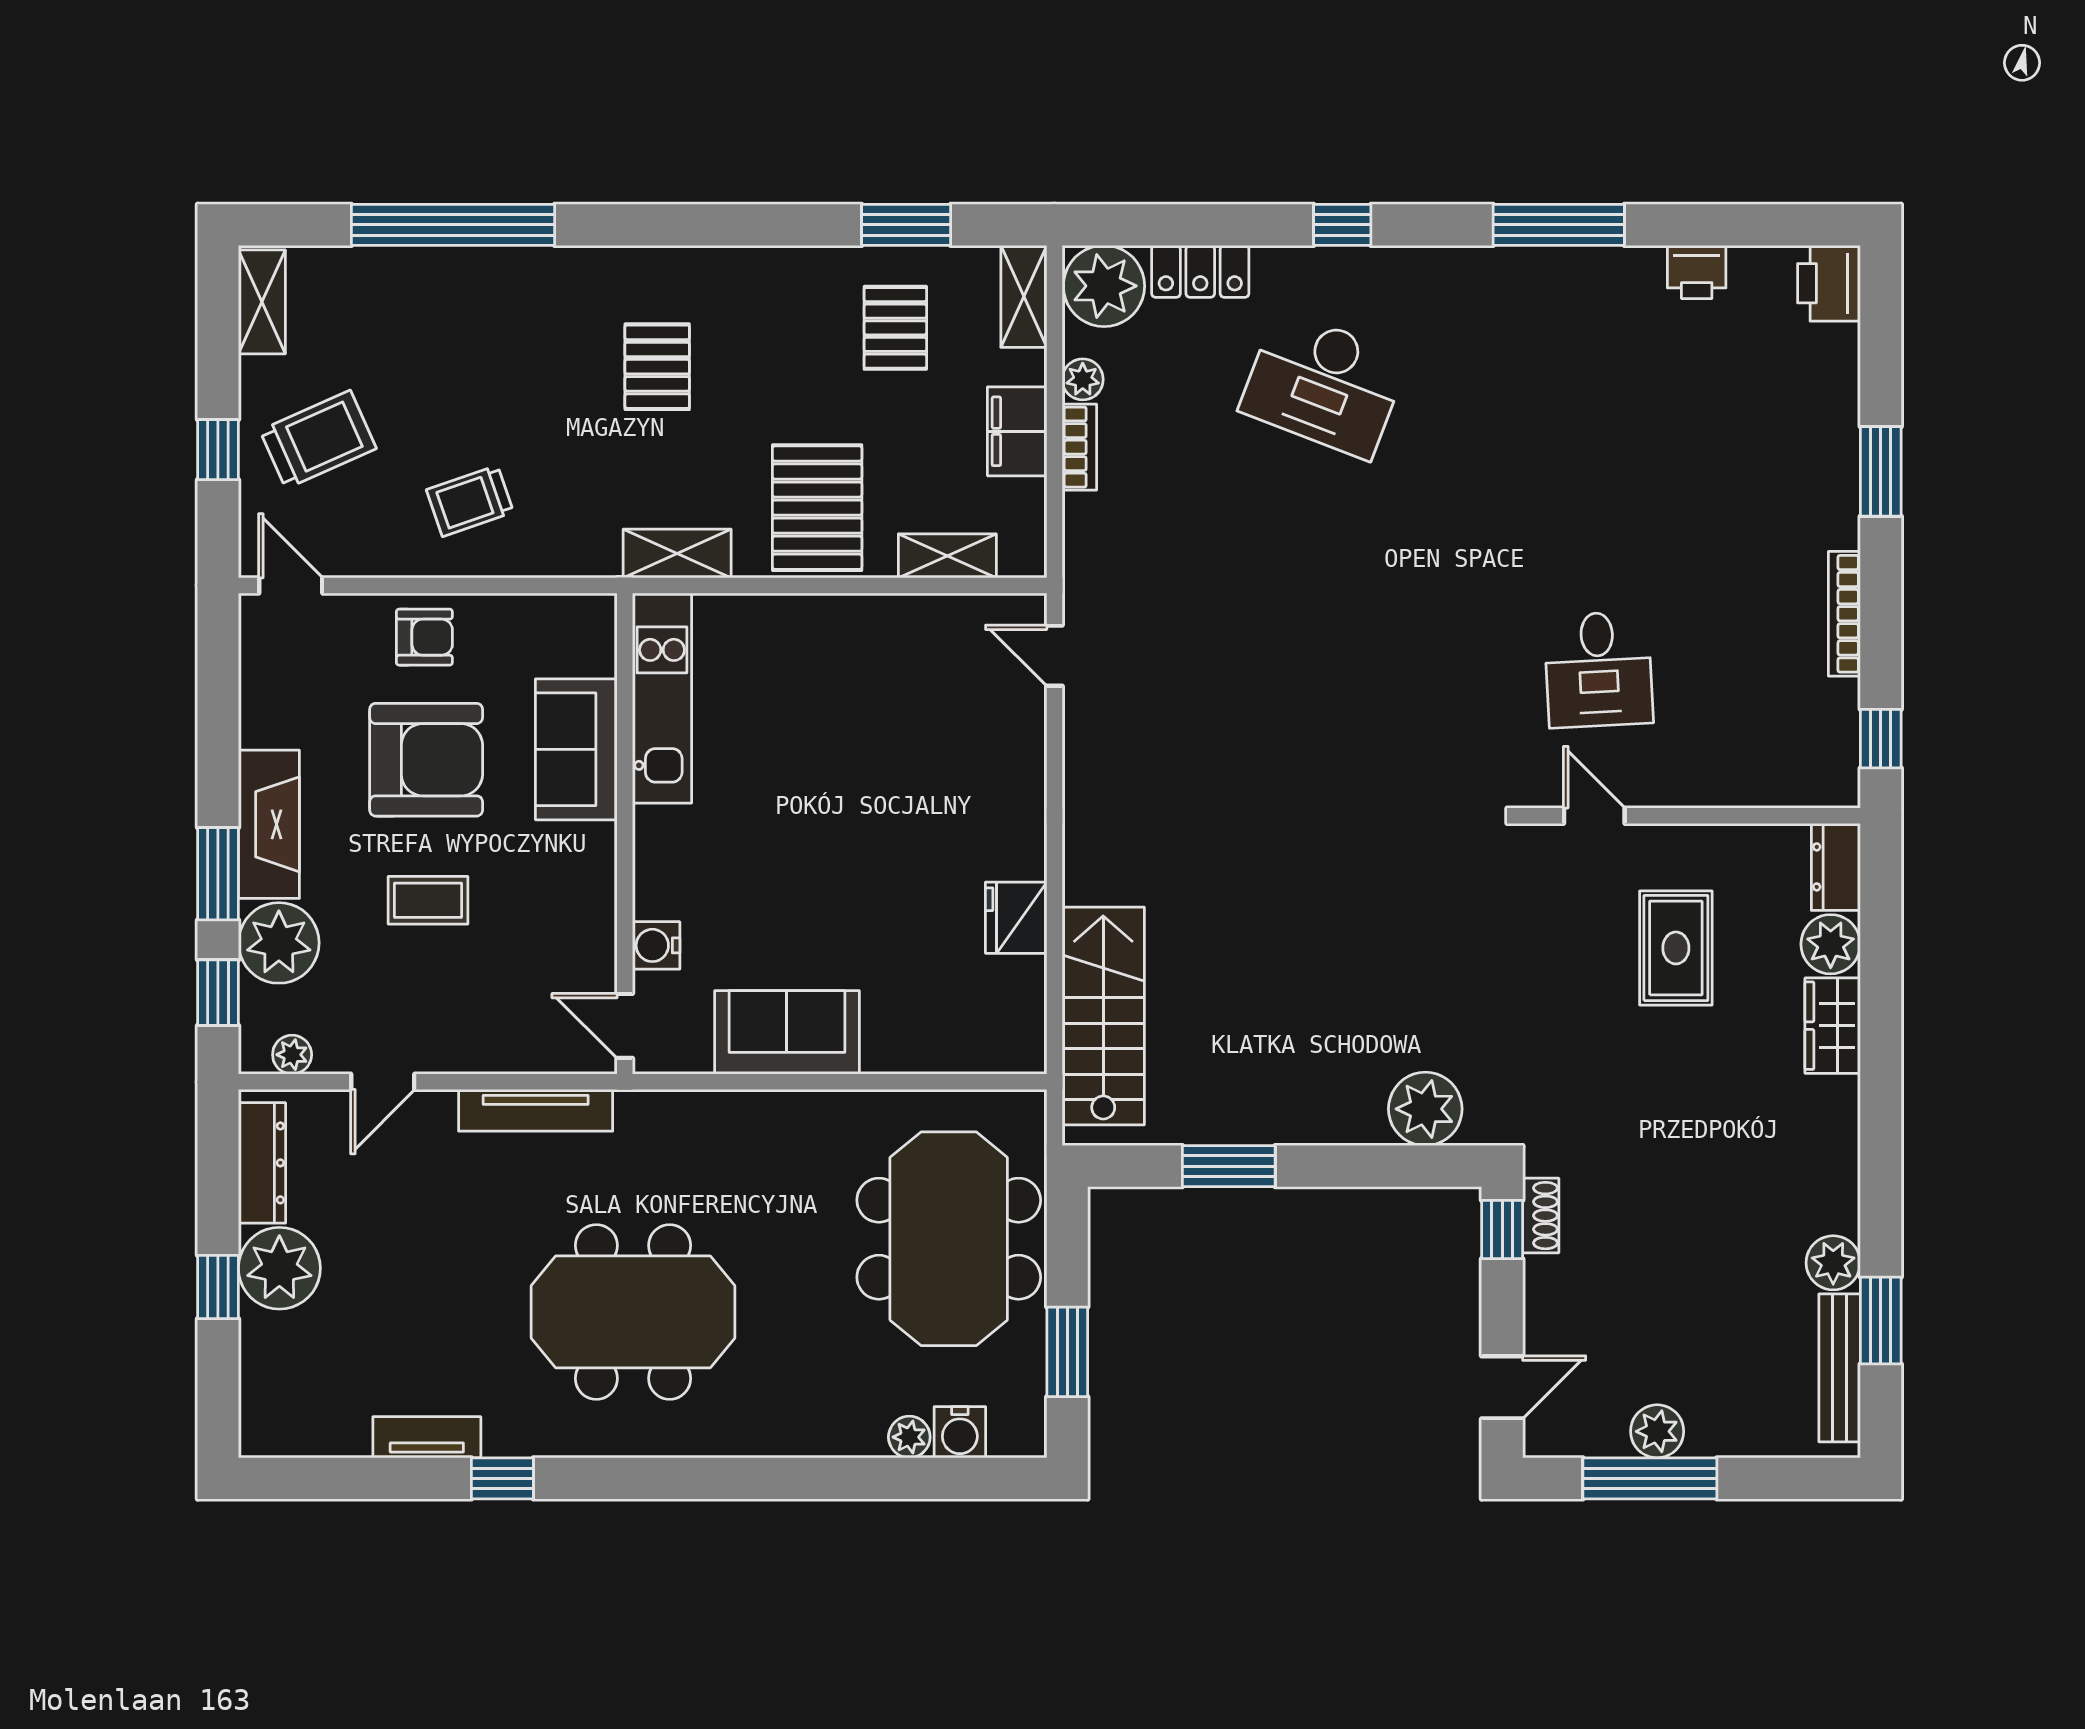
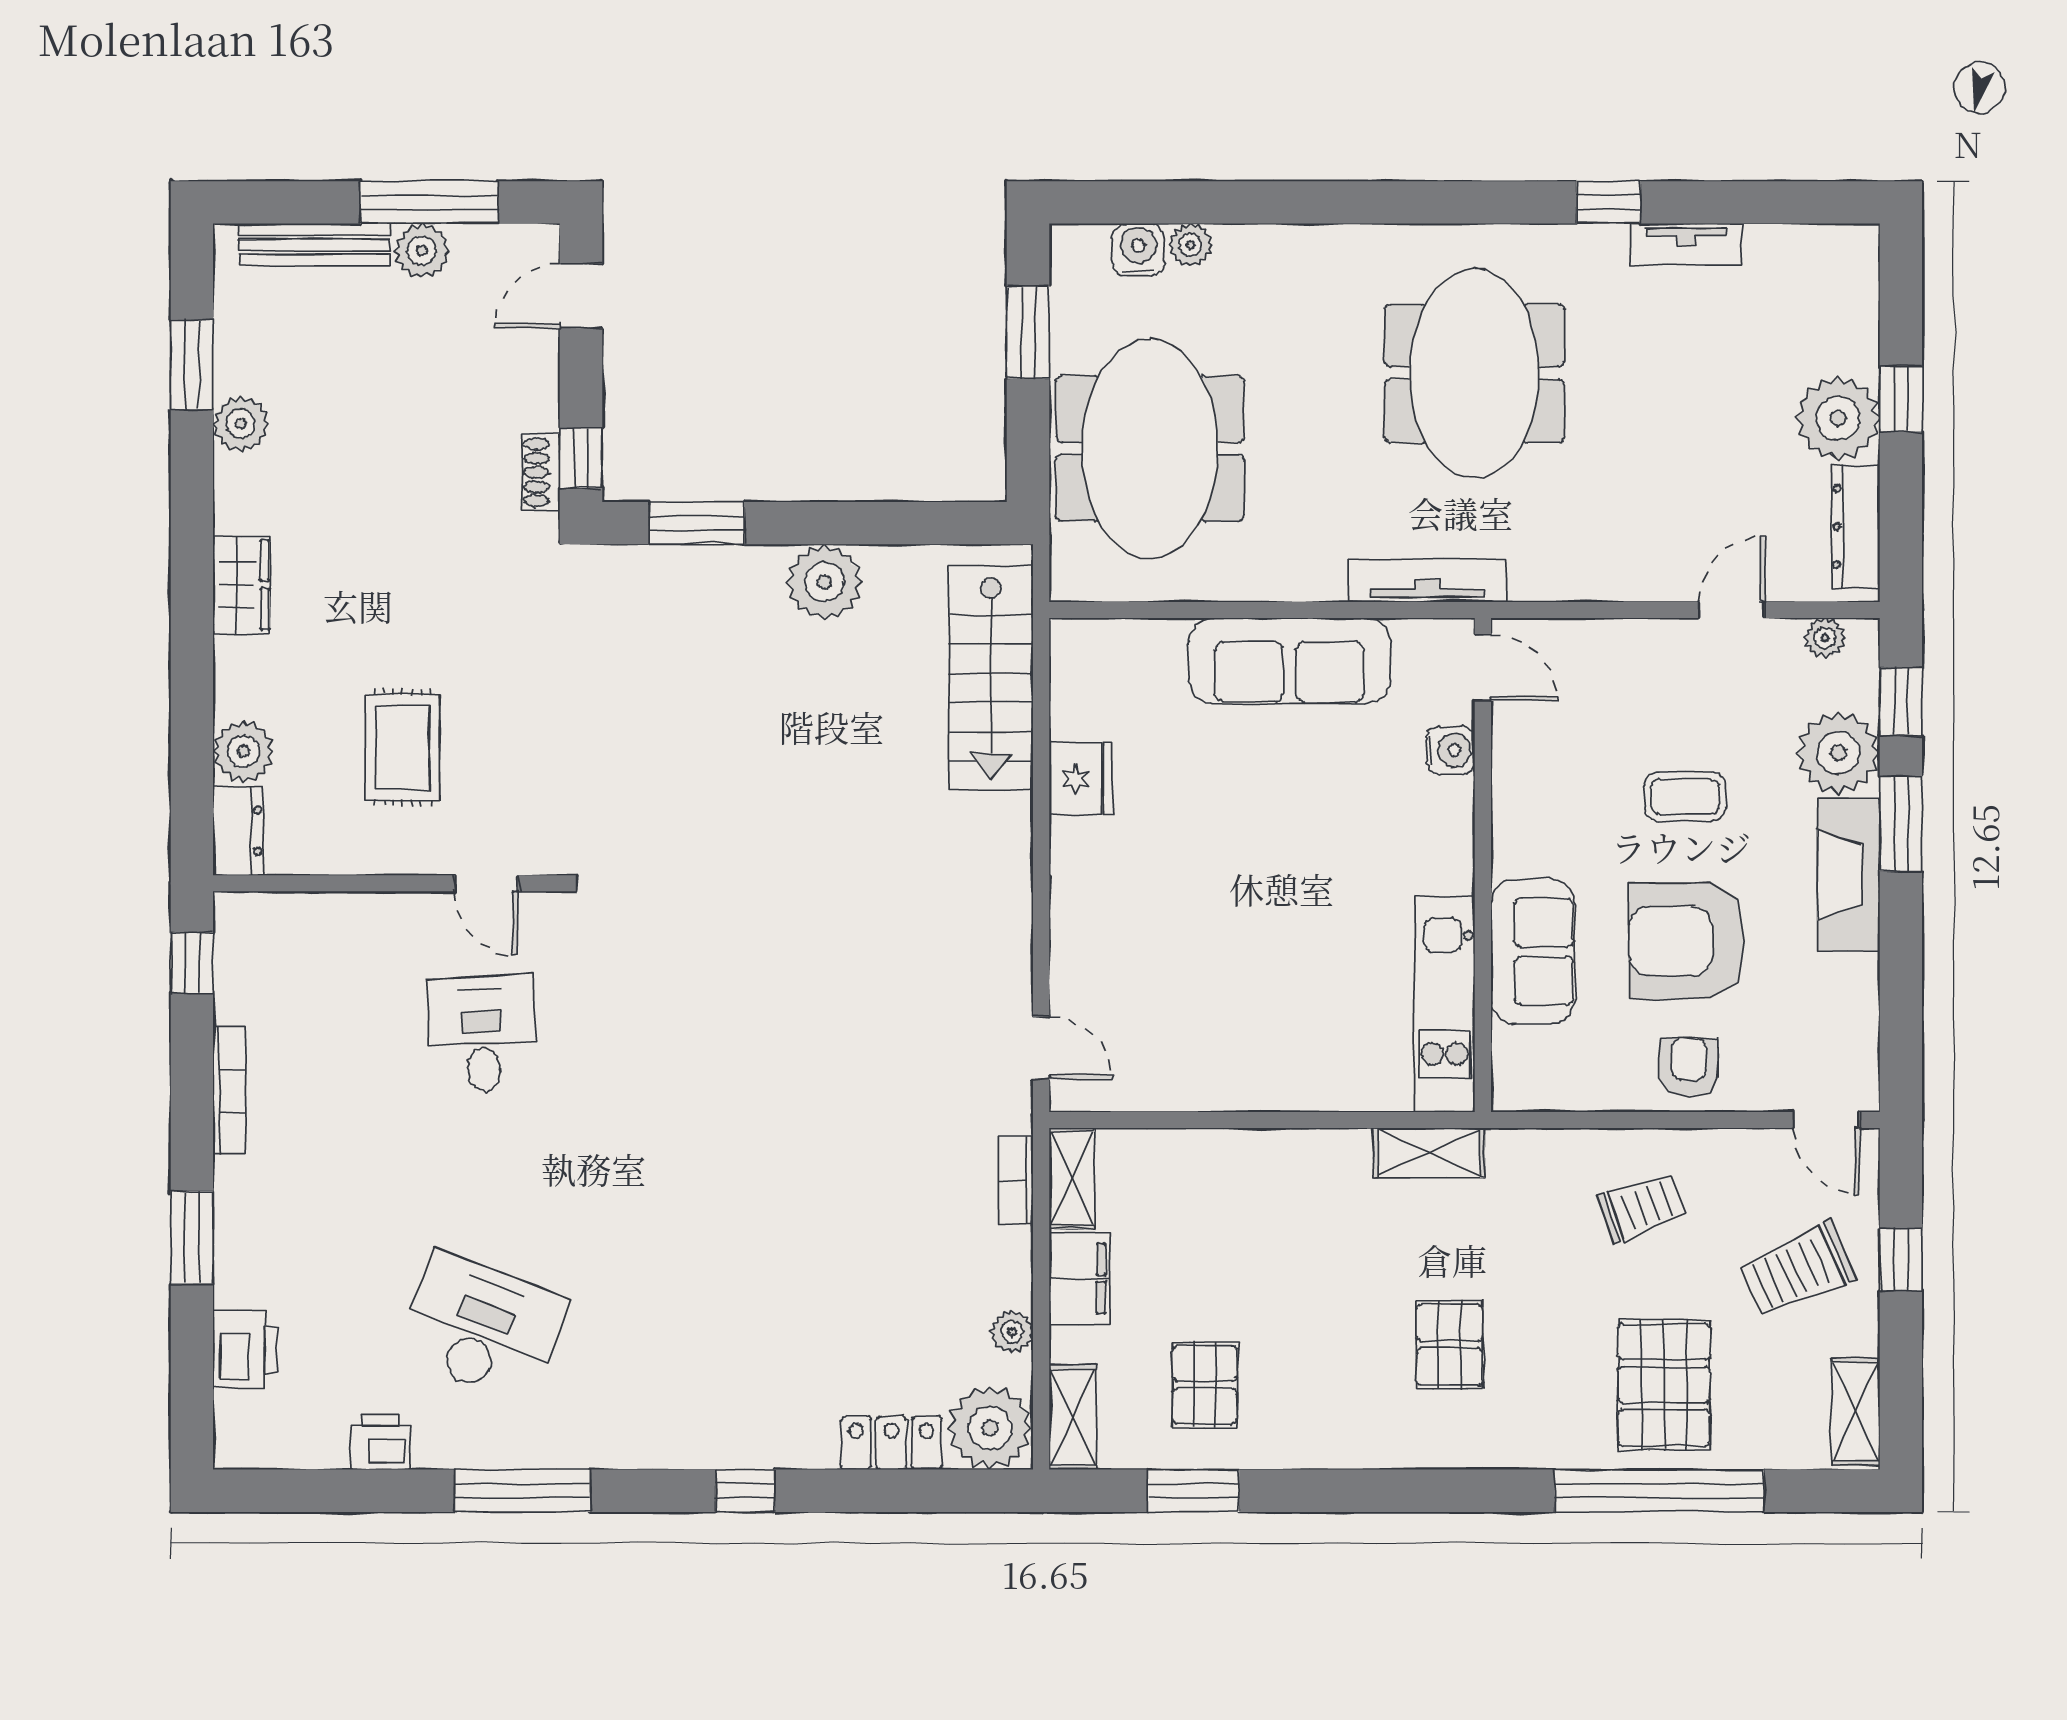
printer: (1829, 283) -> (245, 1349), moved
desk: (1324, 384) -> (482, 1327), moved
bookcase: (1079, 447) -> (1016, 1180), moved
pallet: (817, 508) -> (1664, 1385), moved
shelving: (947, 556) -> (1072, 1178), moved, turned 90
armchair: (424, 637) -> (1689, 1067), turned 90
wardrobe: (1833, 1026) -> (241, 585), moved
sofa: (787, 1032) -> (1289, 661), width x1.36
plant: (1425, 1109) -> (825, 582), moved
tv unit: (536, 1110) -> (1428, 581), moved
window: (1229, 1166) -> (697, 523), moved
meeting table: (633, 1312) -> (1474, 373), turned 90
bench: (1840, 1368) -> (314, 245), moved, turned 90

